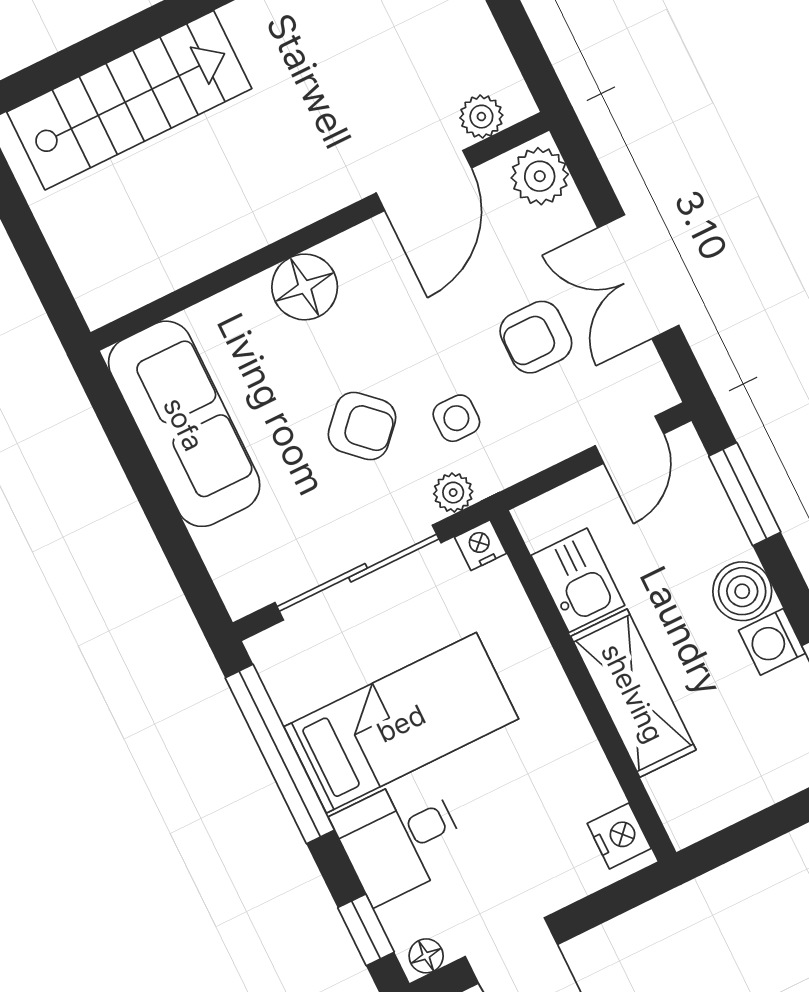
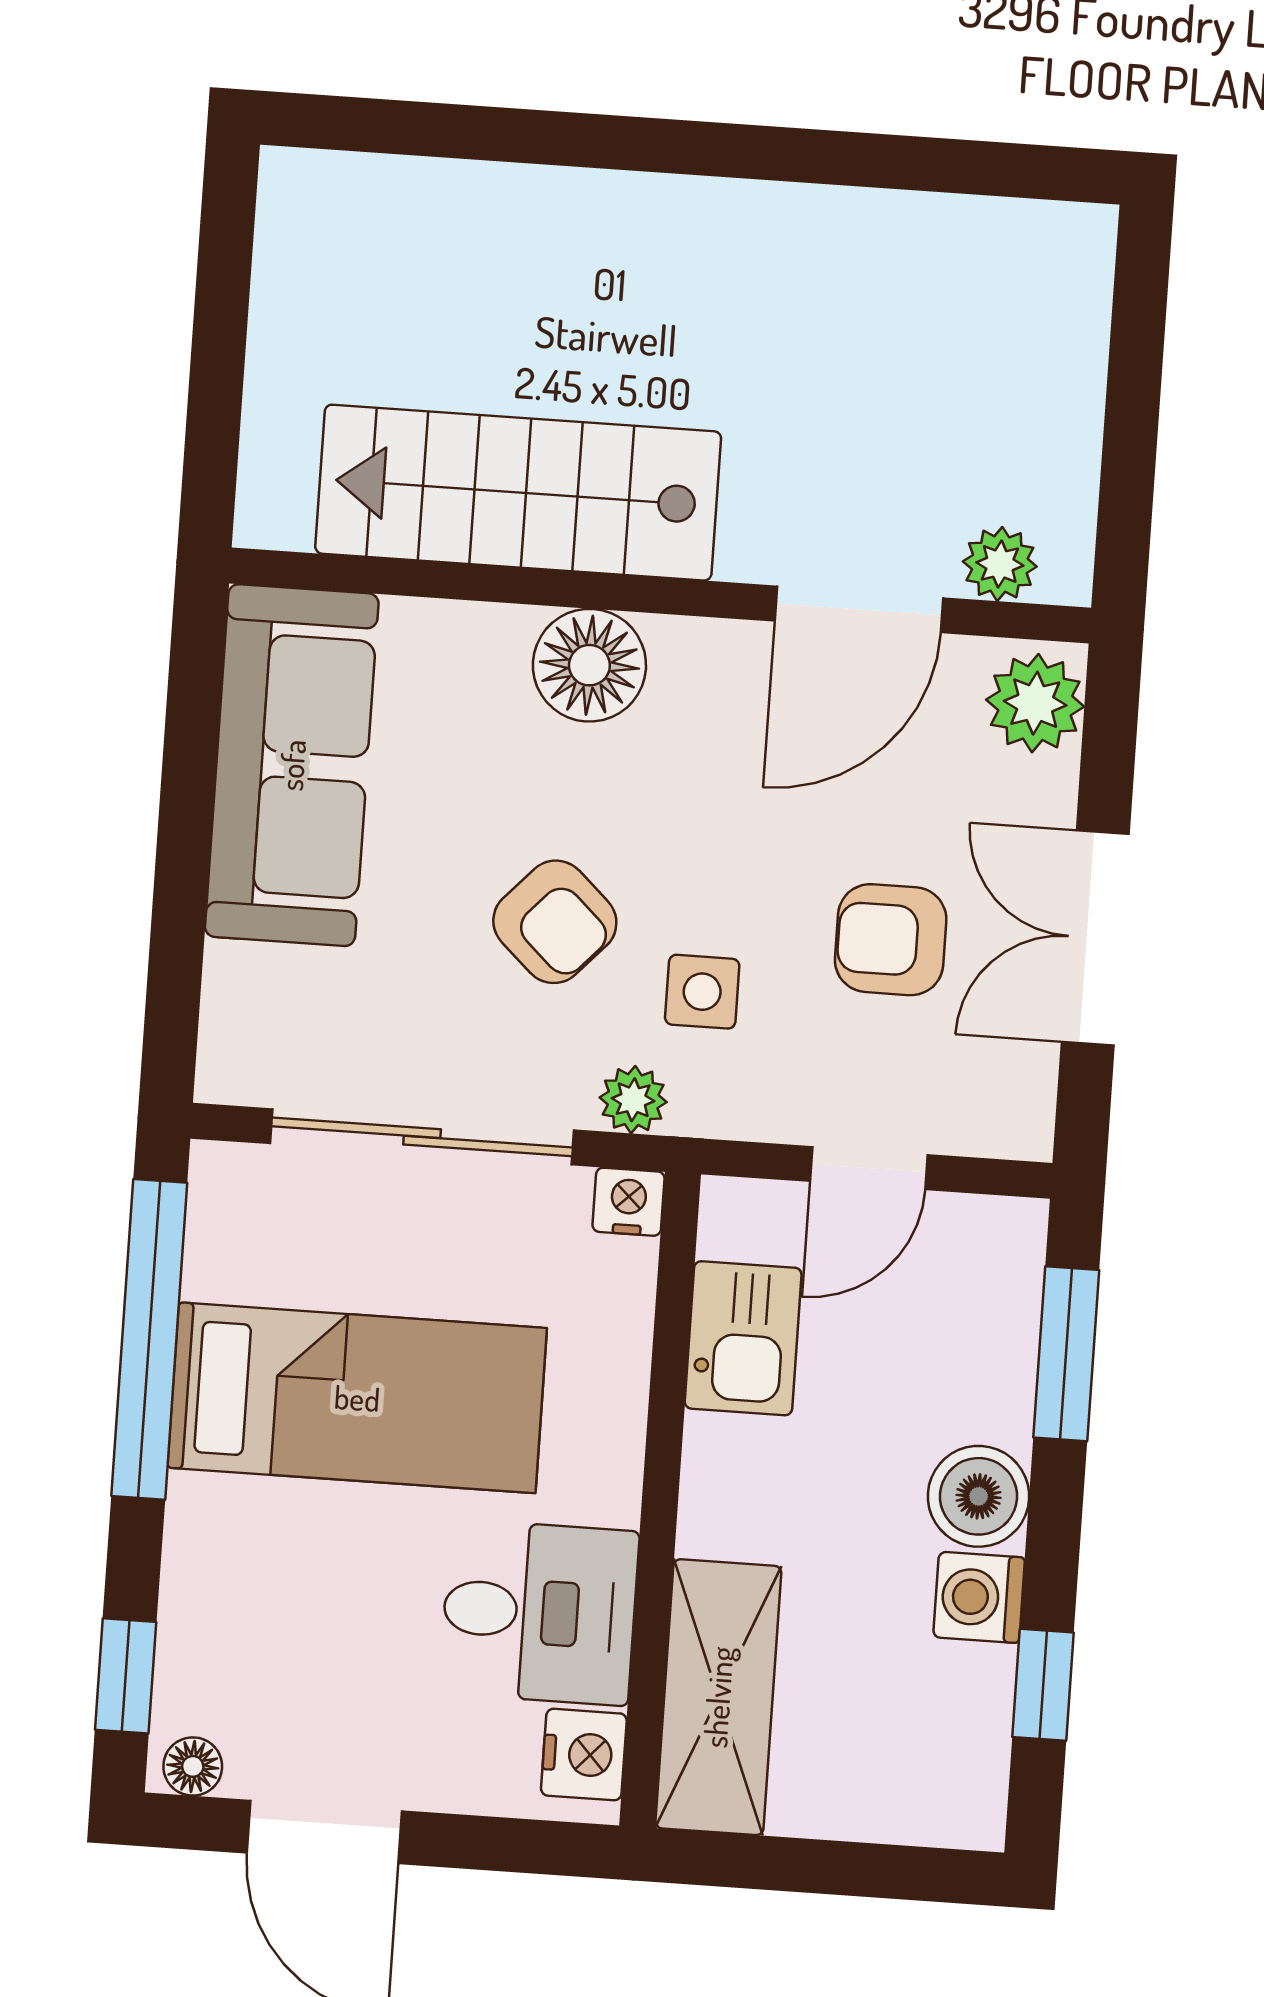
stairs: (129, 100) -> (518, 493), moved, turned 180
door: (629, 440) -> (869, 1168), moved
shelving: (633, 693) -> (718, 1697), moved
desk: (400, 839) -> (539, 1612), moved, turned 180

